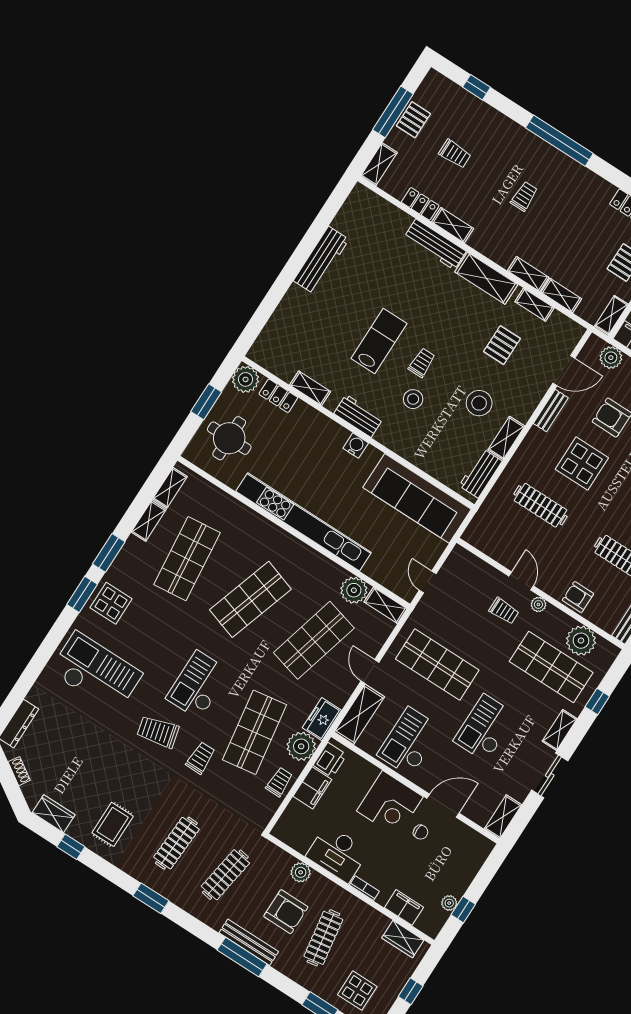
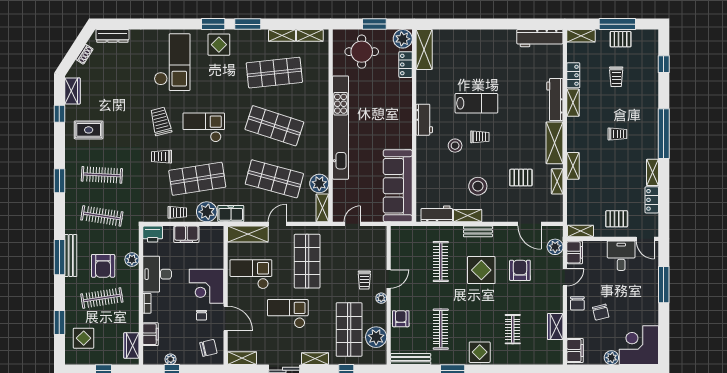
workbench: (321, 260) -> (540, 38), moved
shelving: (561, 295) -> (653, 172), moved
shelving: (310, 388) -> (424, 49), moved, width x1.50, depth x1.33
bench: (551, 411) -> (478, 231), moved
water cooler: (356, 446) -> (406, 129), removed
trolley: (200, 758) -> (161, 157), turned 180
printer: (330, 760) -> (153, 234), moved
chair: (465, 849) -> (208, 348), added

